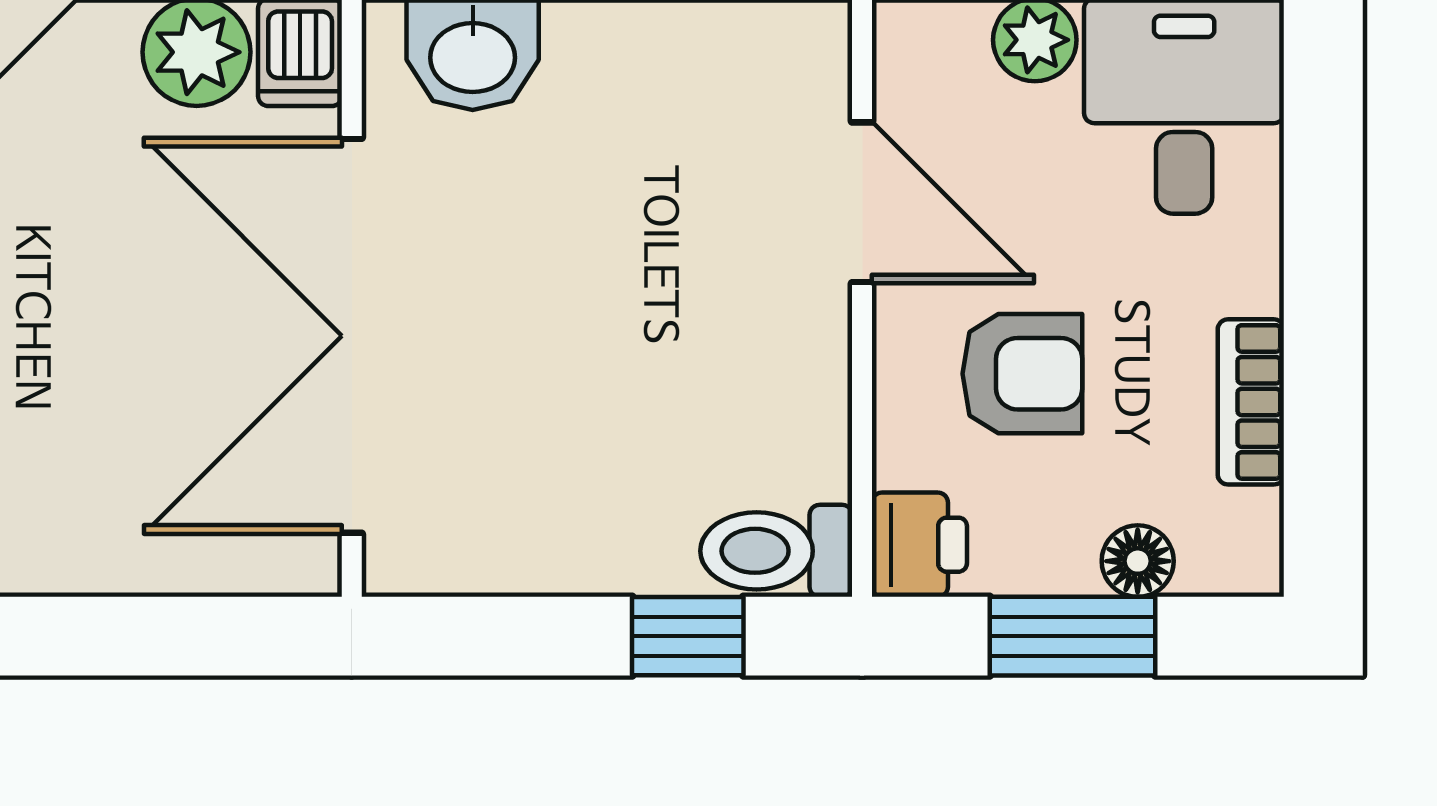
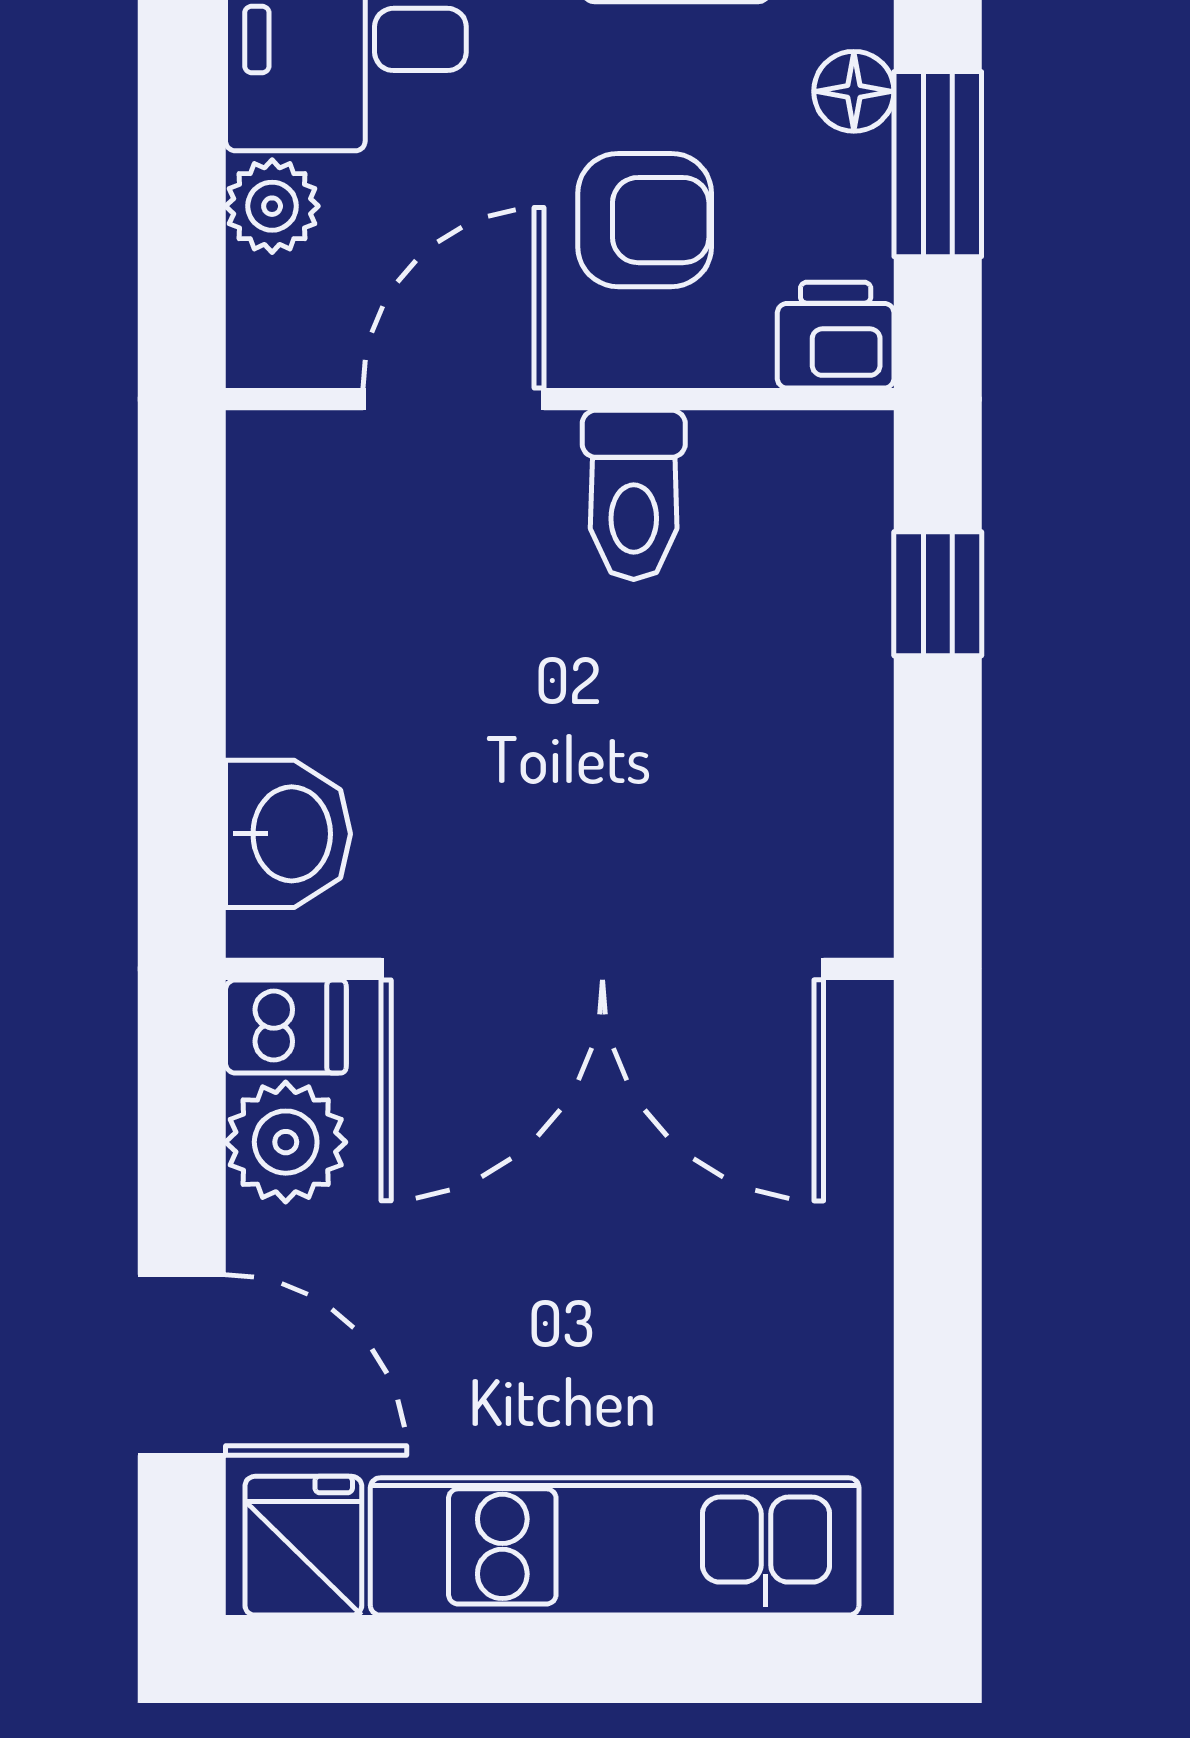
armchair: (1022, 374) -> (645, 220), turned 90
toilet: (776, 551) -> (634, 495), moved

